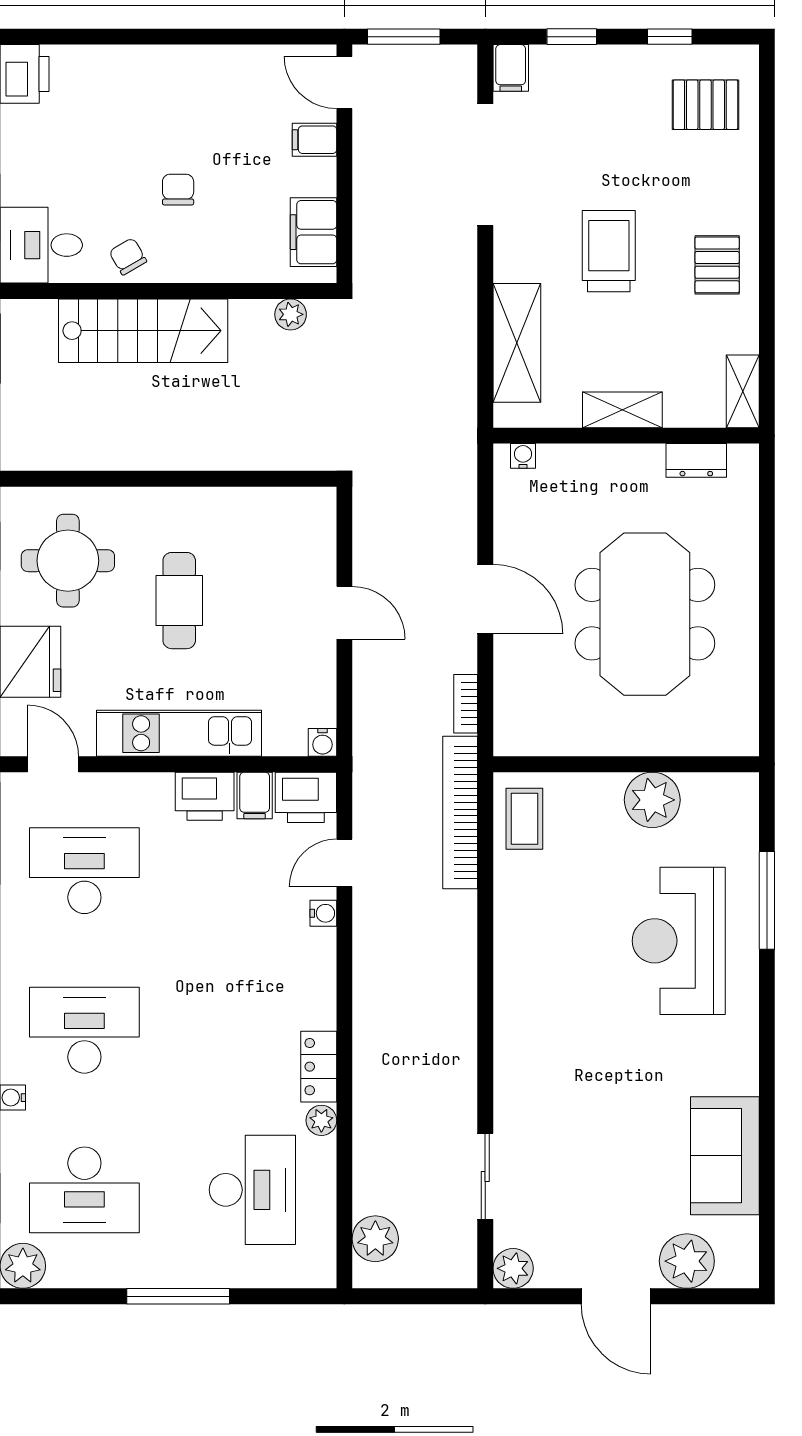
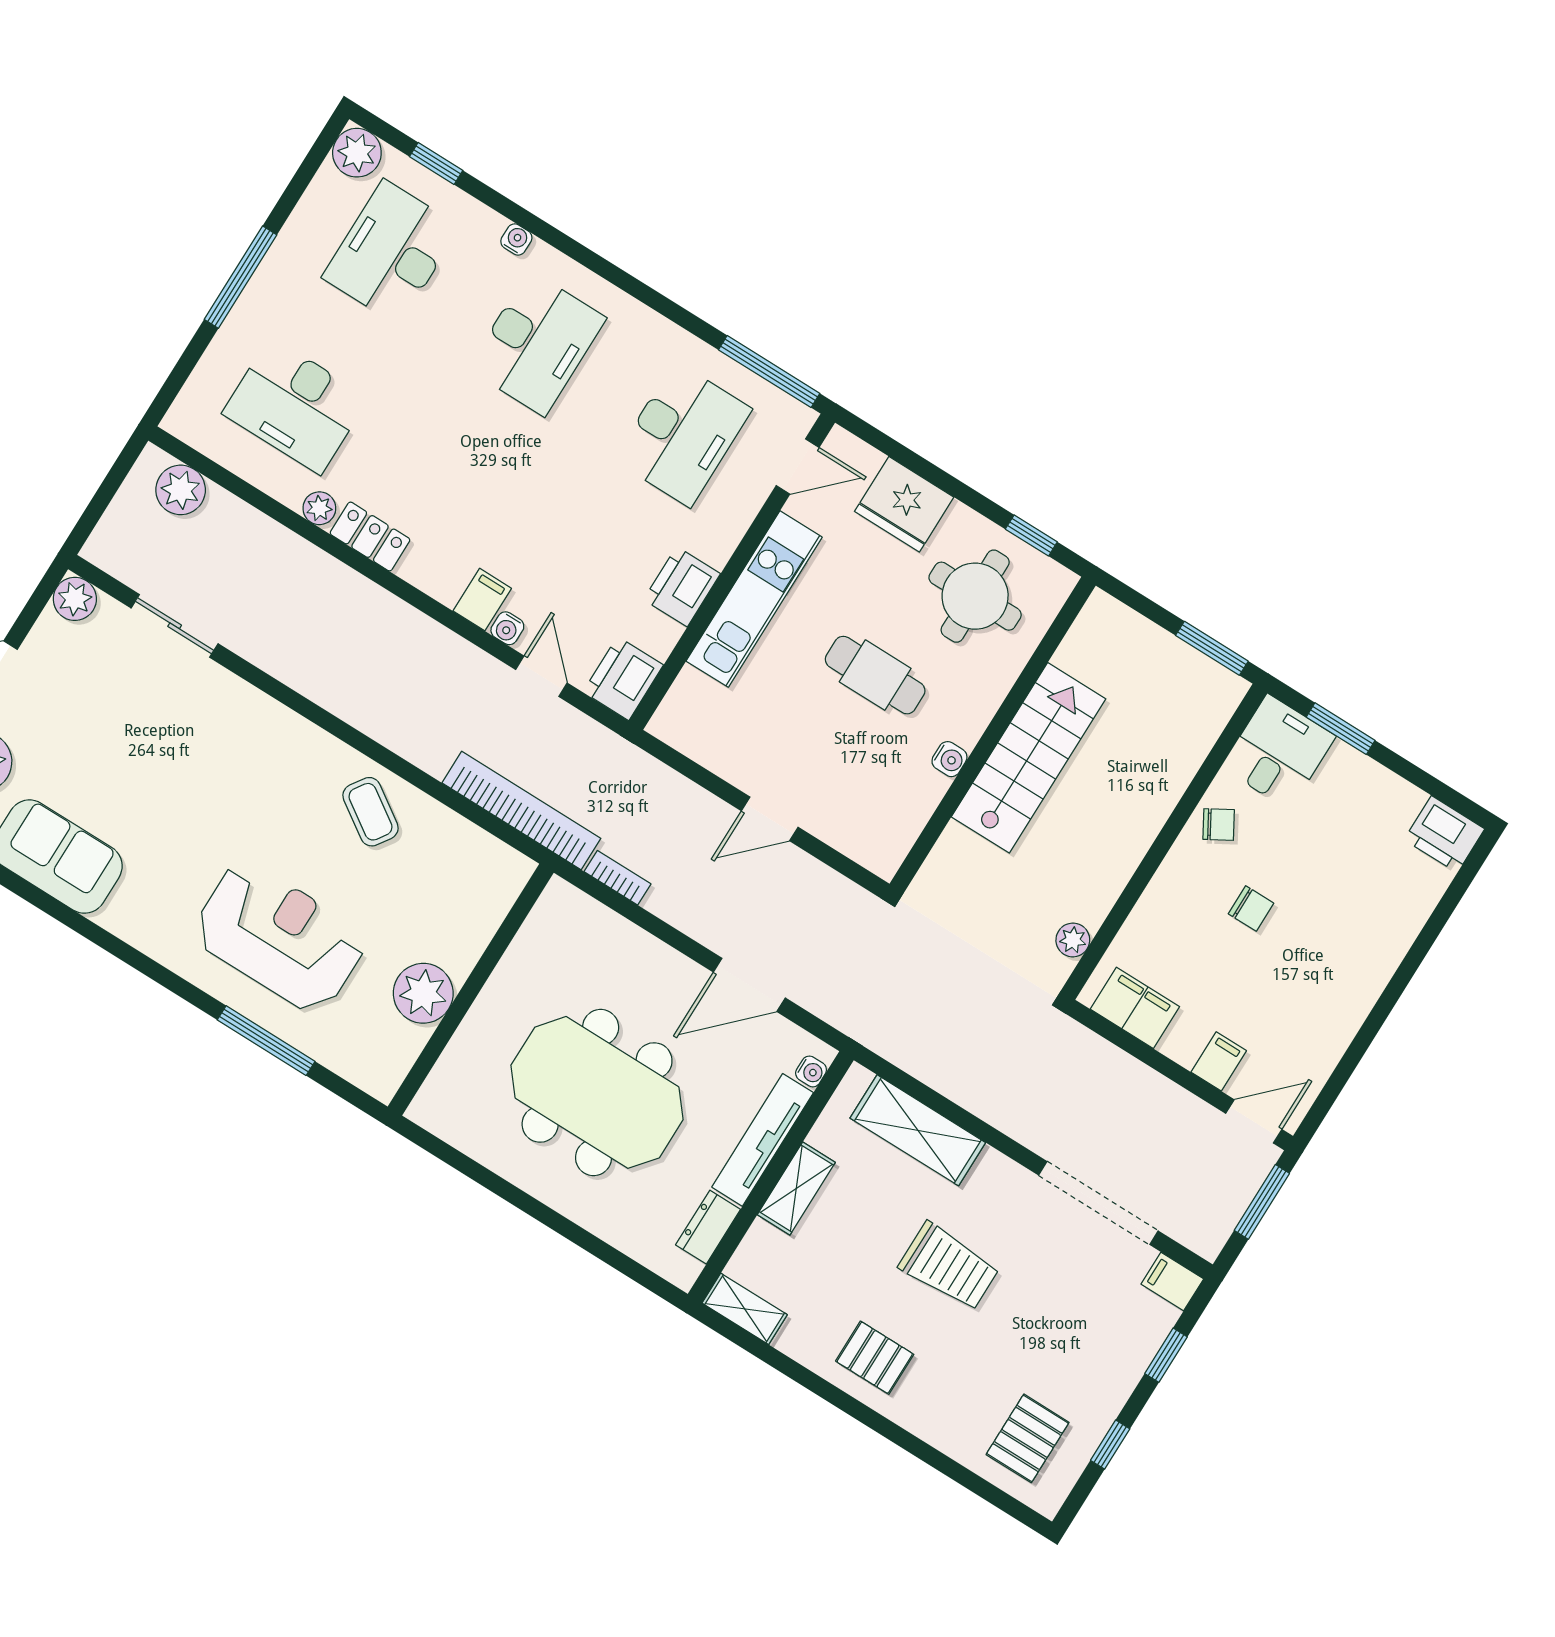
stairs: (143, 331) -> (1029, 758), moved, turned 180
tv unit: (601, 460) -> (763, 1140), added
door: (485, 599) -> (749, 985), moved
water cooler: (322, 742) -> (949, 759), moved, turned 180
filing cabinet: (255, 795) -> (482, 600), moved, turned 90
coffee table: (524, 819) -> (370, 812), moved, turned 34

